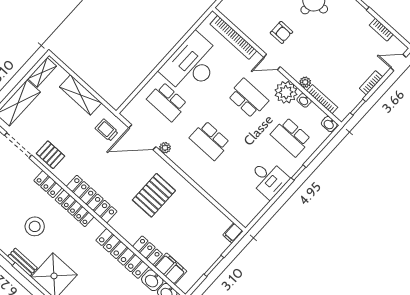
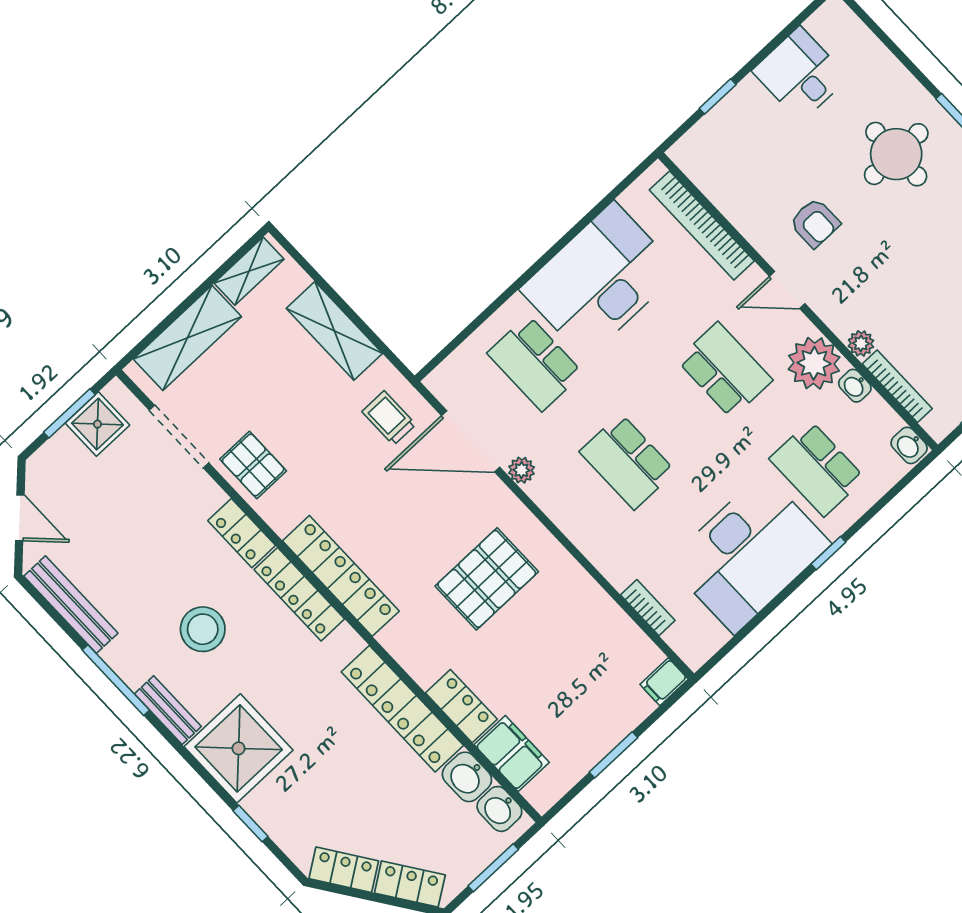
desk: (268, 179) -> (749, 553), width x1.87, depth x1.30
bookcase: (223, 202) -> (648, 608), added

